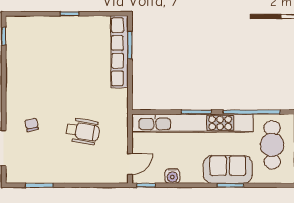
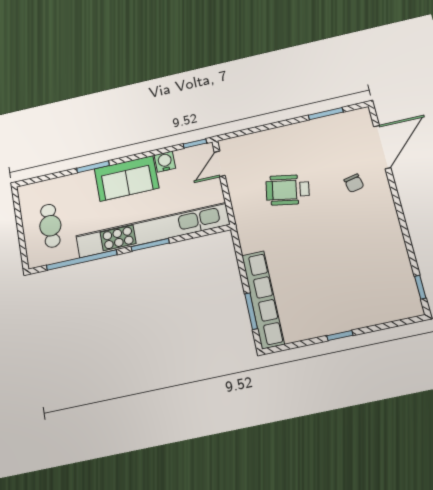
cafe table: (272, 145) -> (50, 226), width x0.73, depth x0.74
sofa: (228, 169) -> (126, 178), moved

